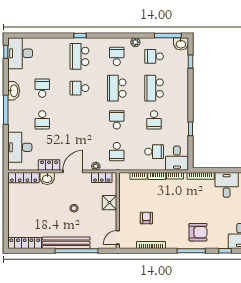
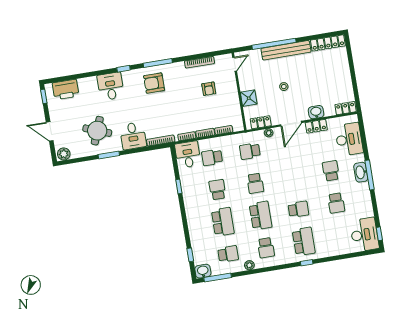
washbasin: (14, 91) -> (361, 172), moved
school desk: (117, 152) -> (250, 151), turned -90
locker: (23, 178) -> (346, 108), width x0.66

